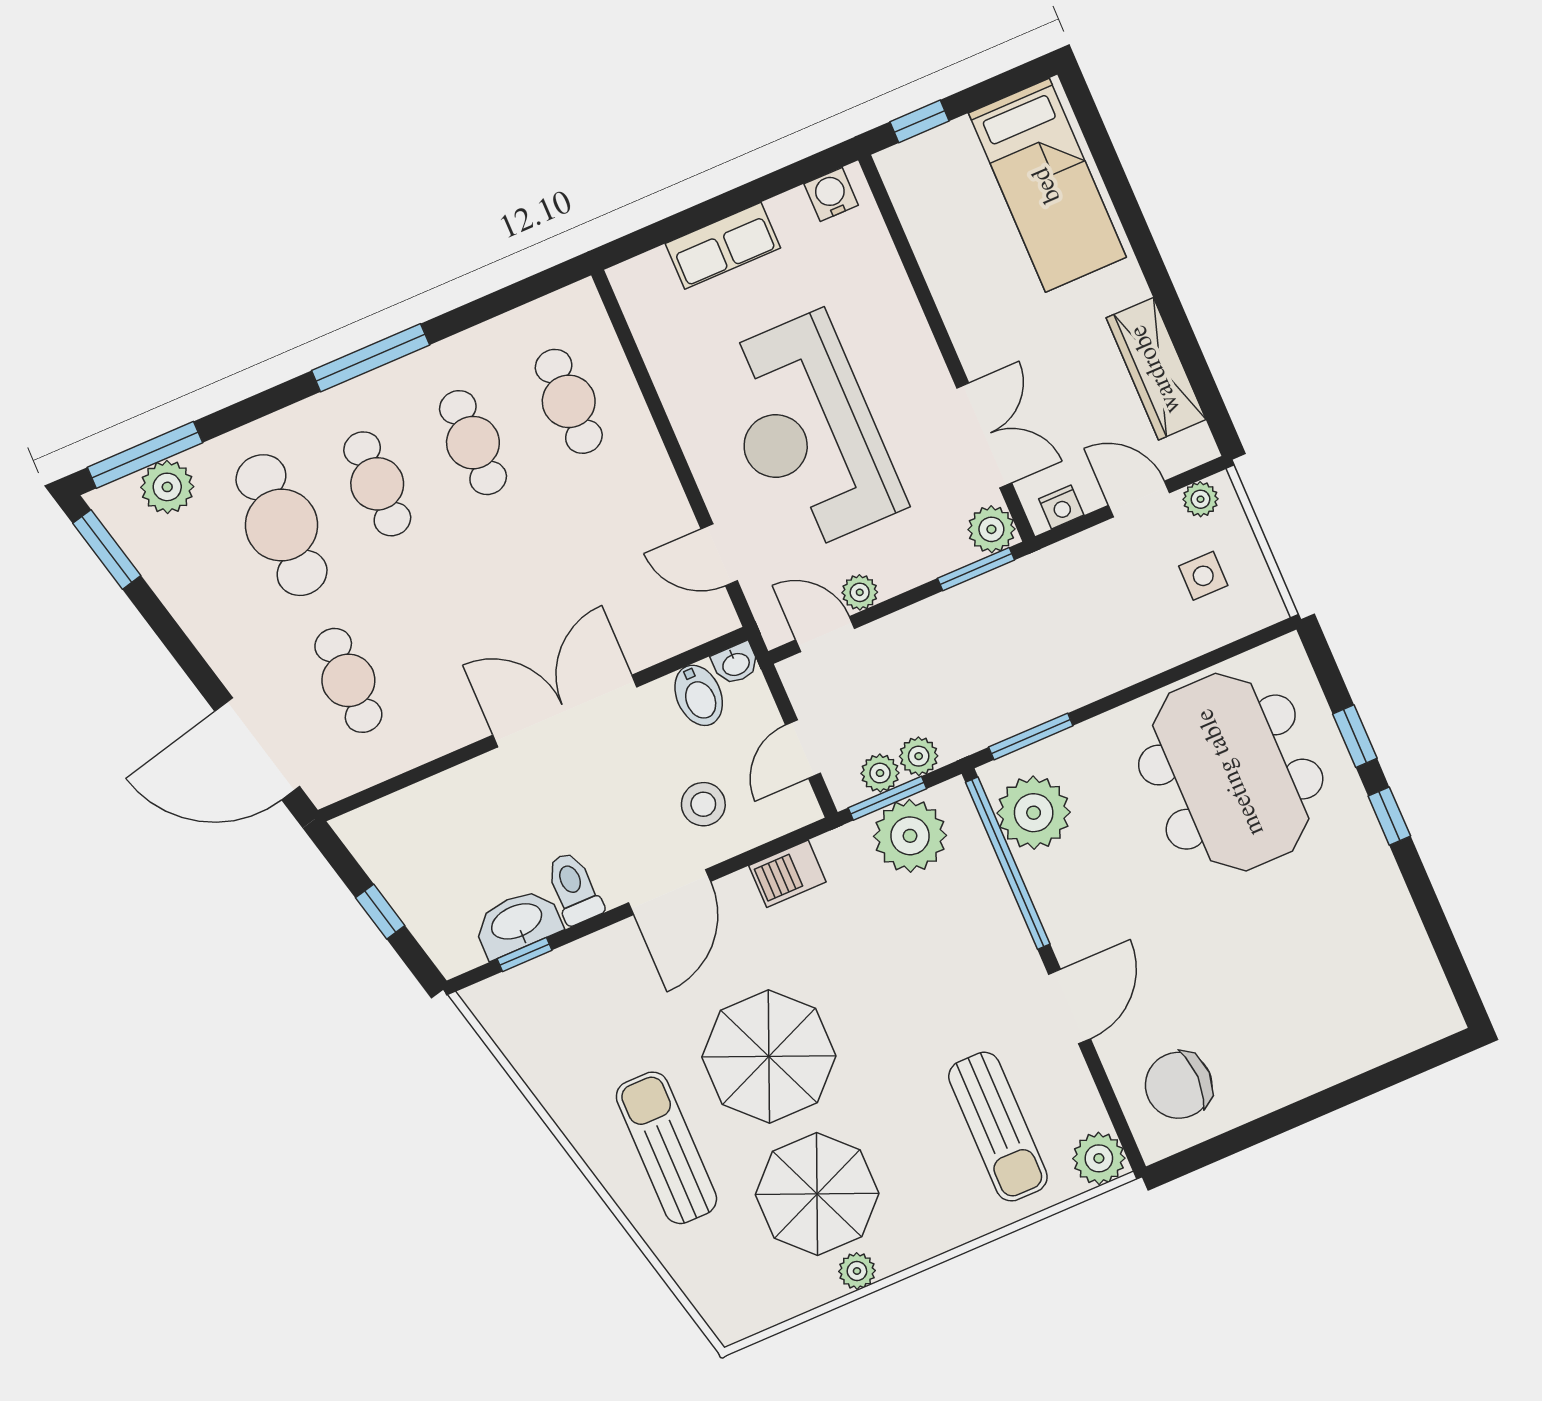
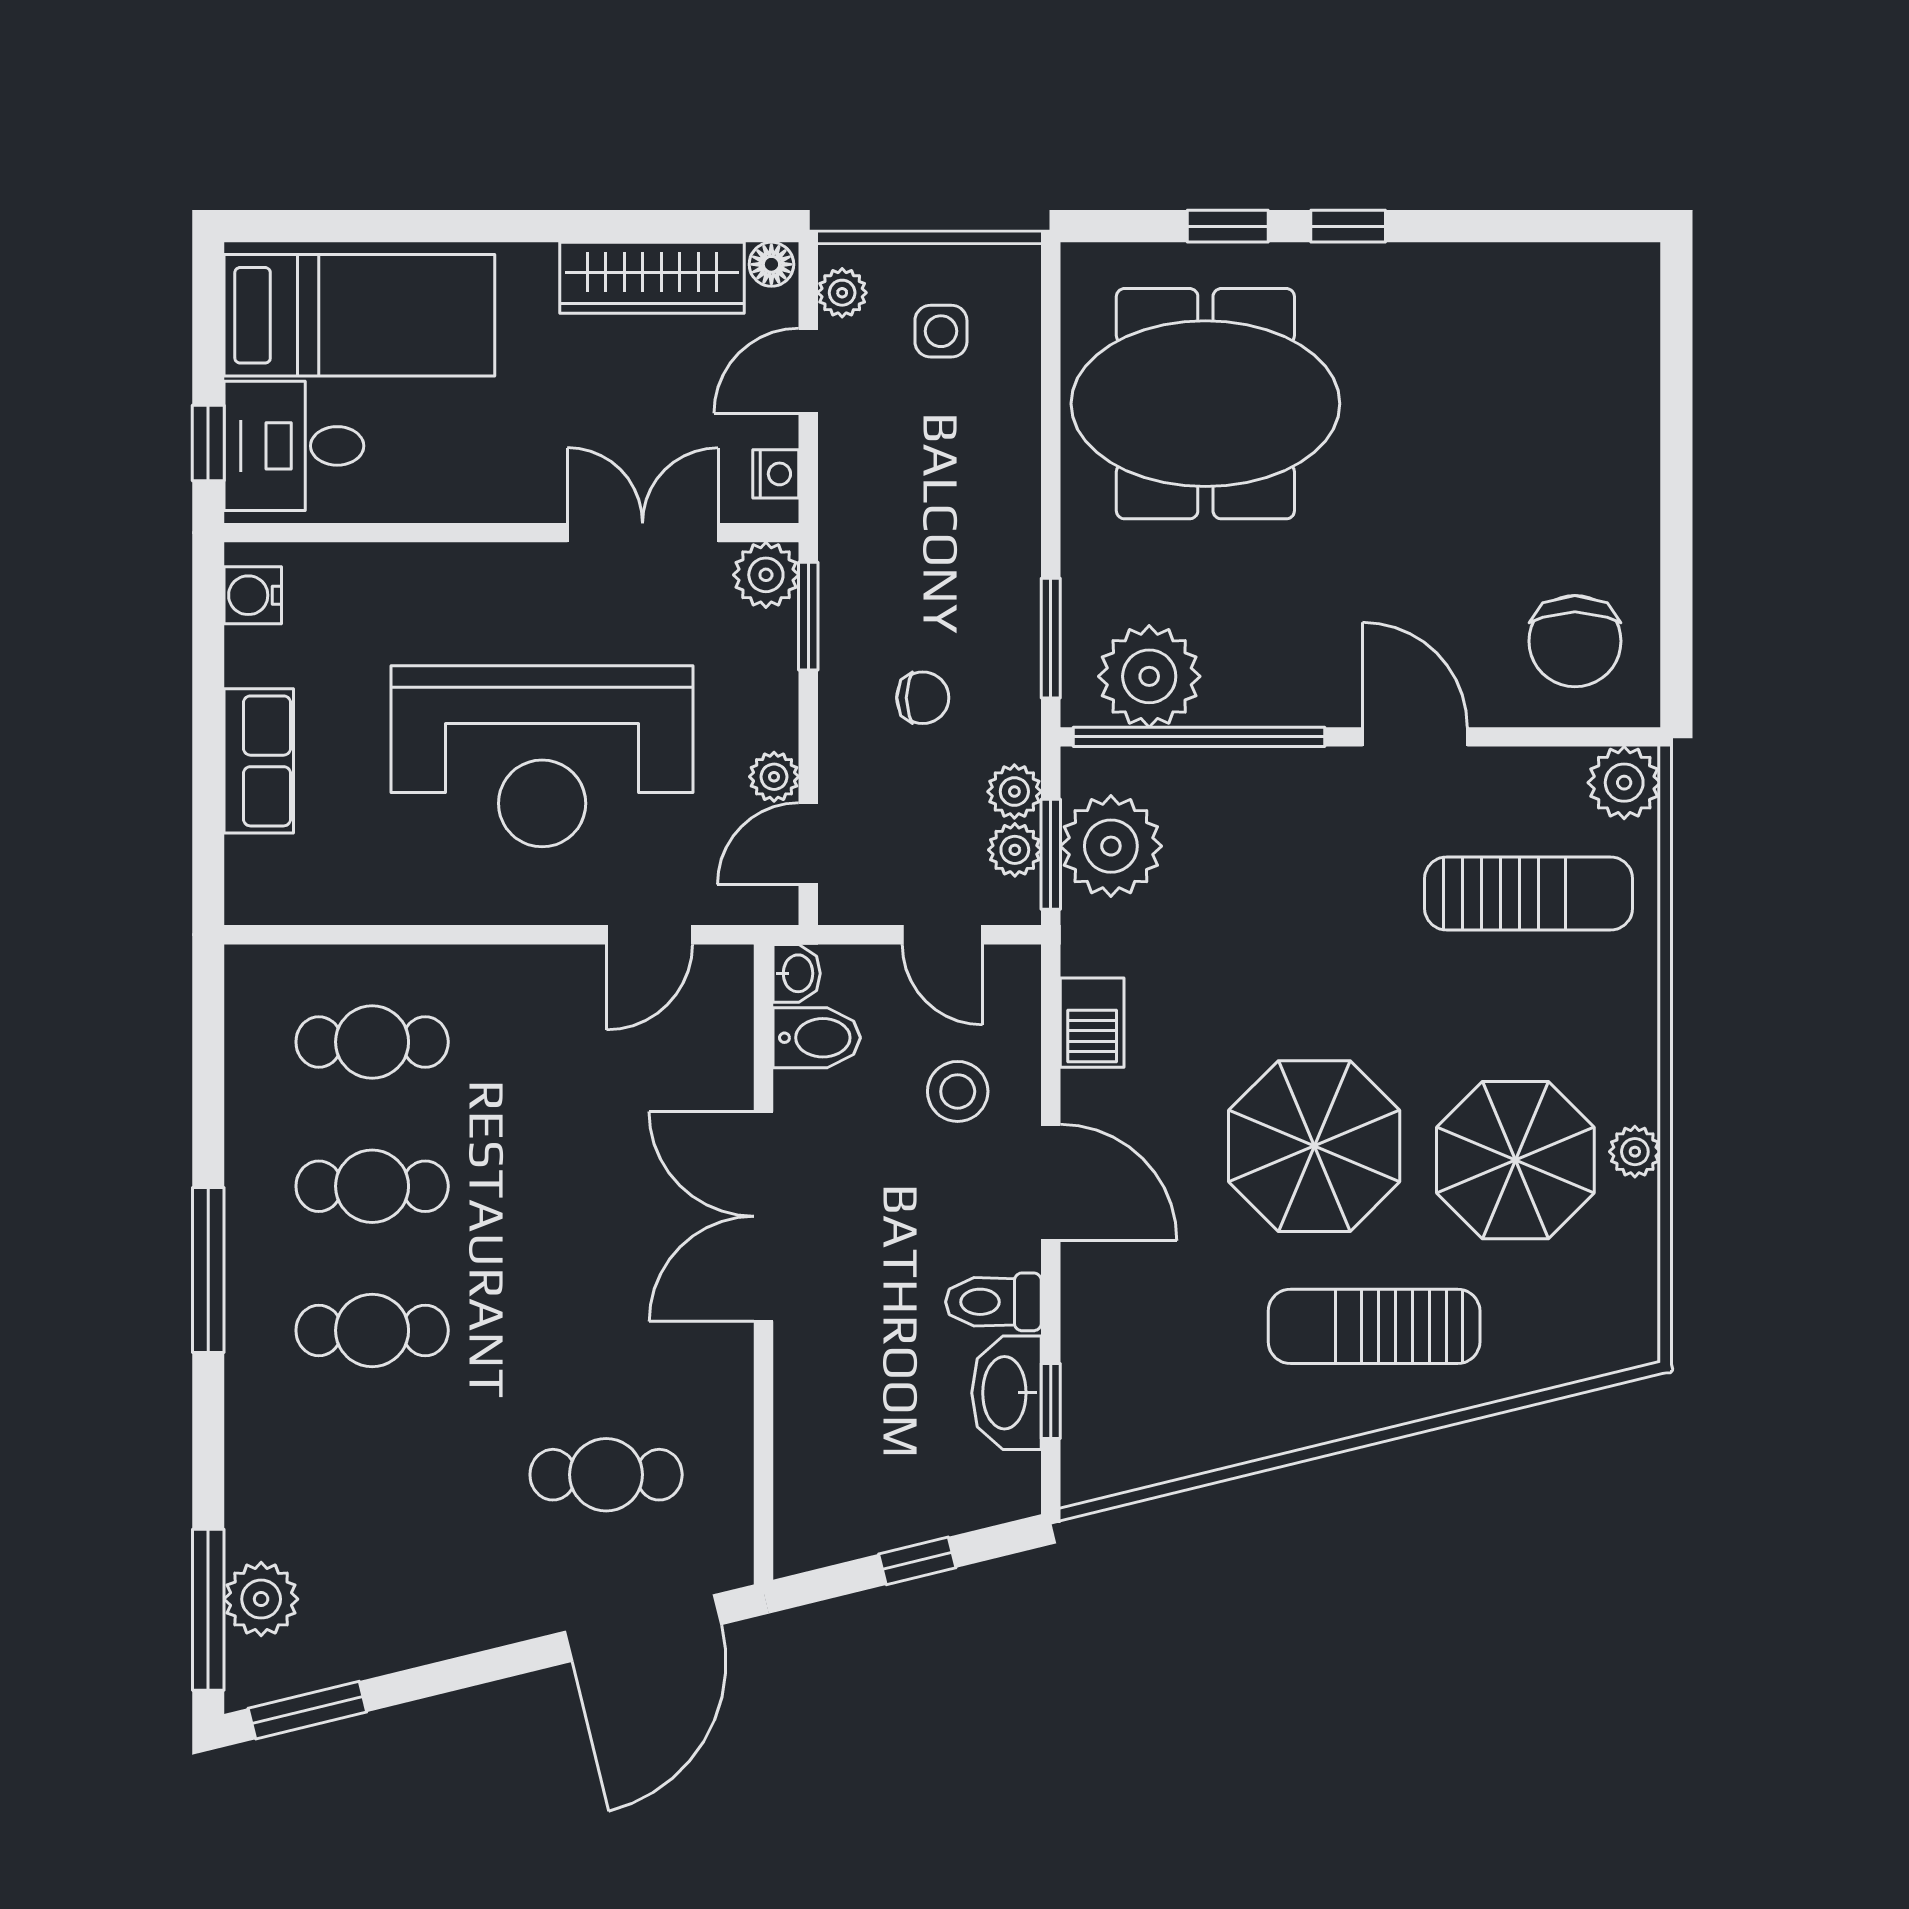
desk: (942, 179) -> (294, 446), added
floor lamp: (1199, 444) -> (771, 264), added
cafe table: (281, 525) -> (372, 1475), removed
chair: (955, 668) -> (923, 698), added

